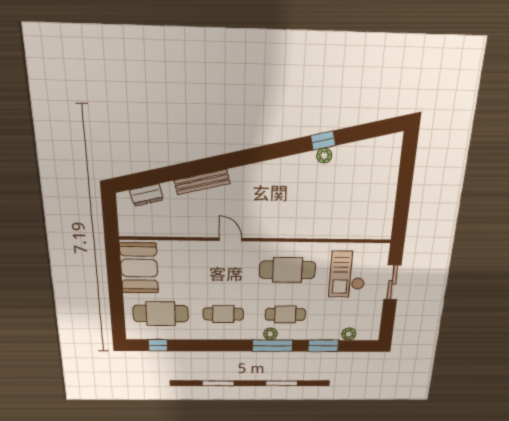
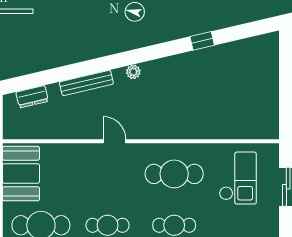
plant: (324, 156) -> (133, 72), moved
checkout: (348, 274) -> (238, 178), turned 180

